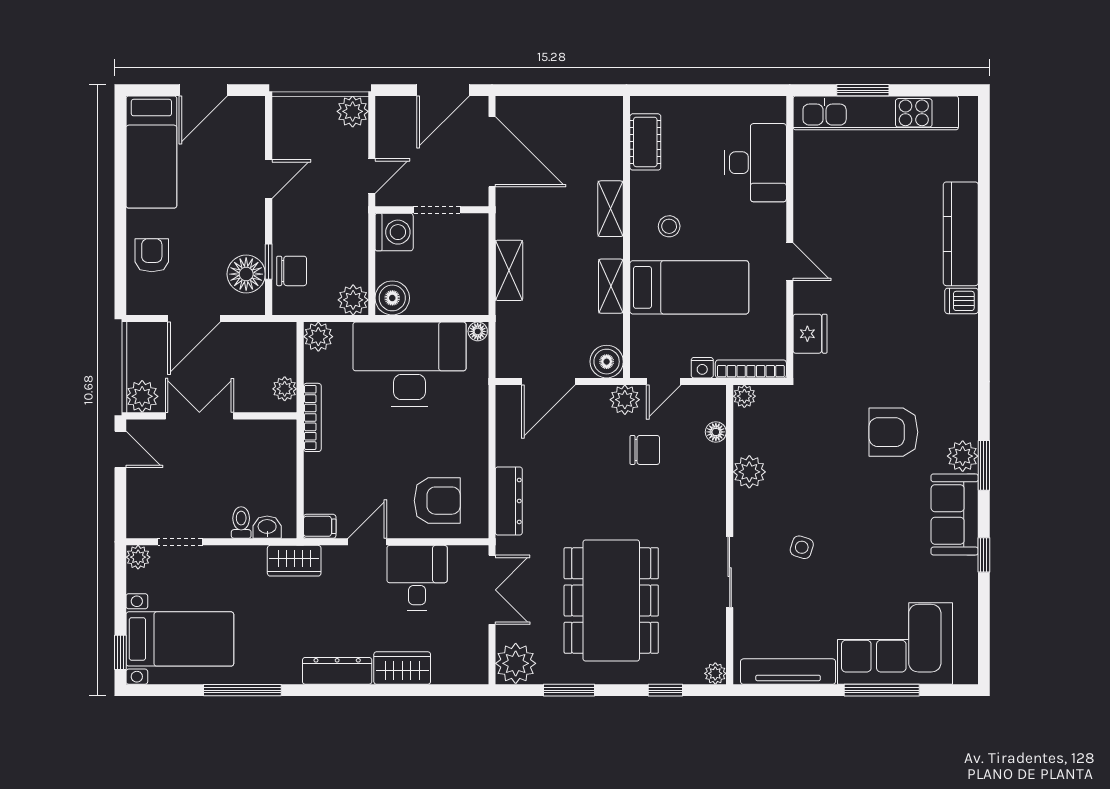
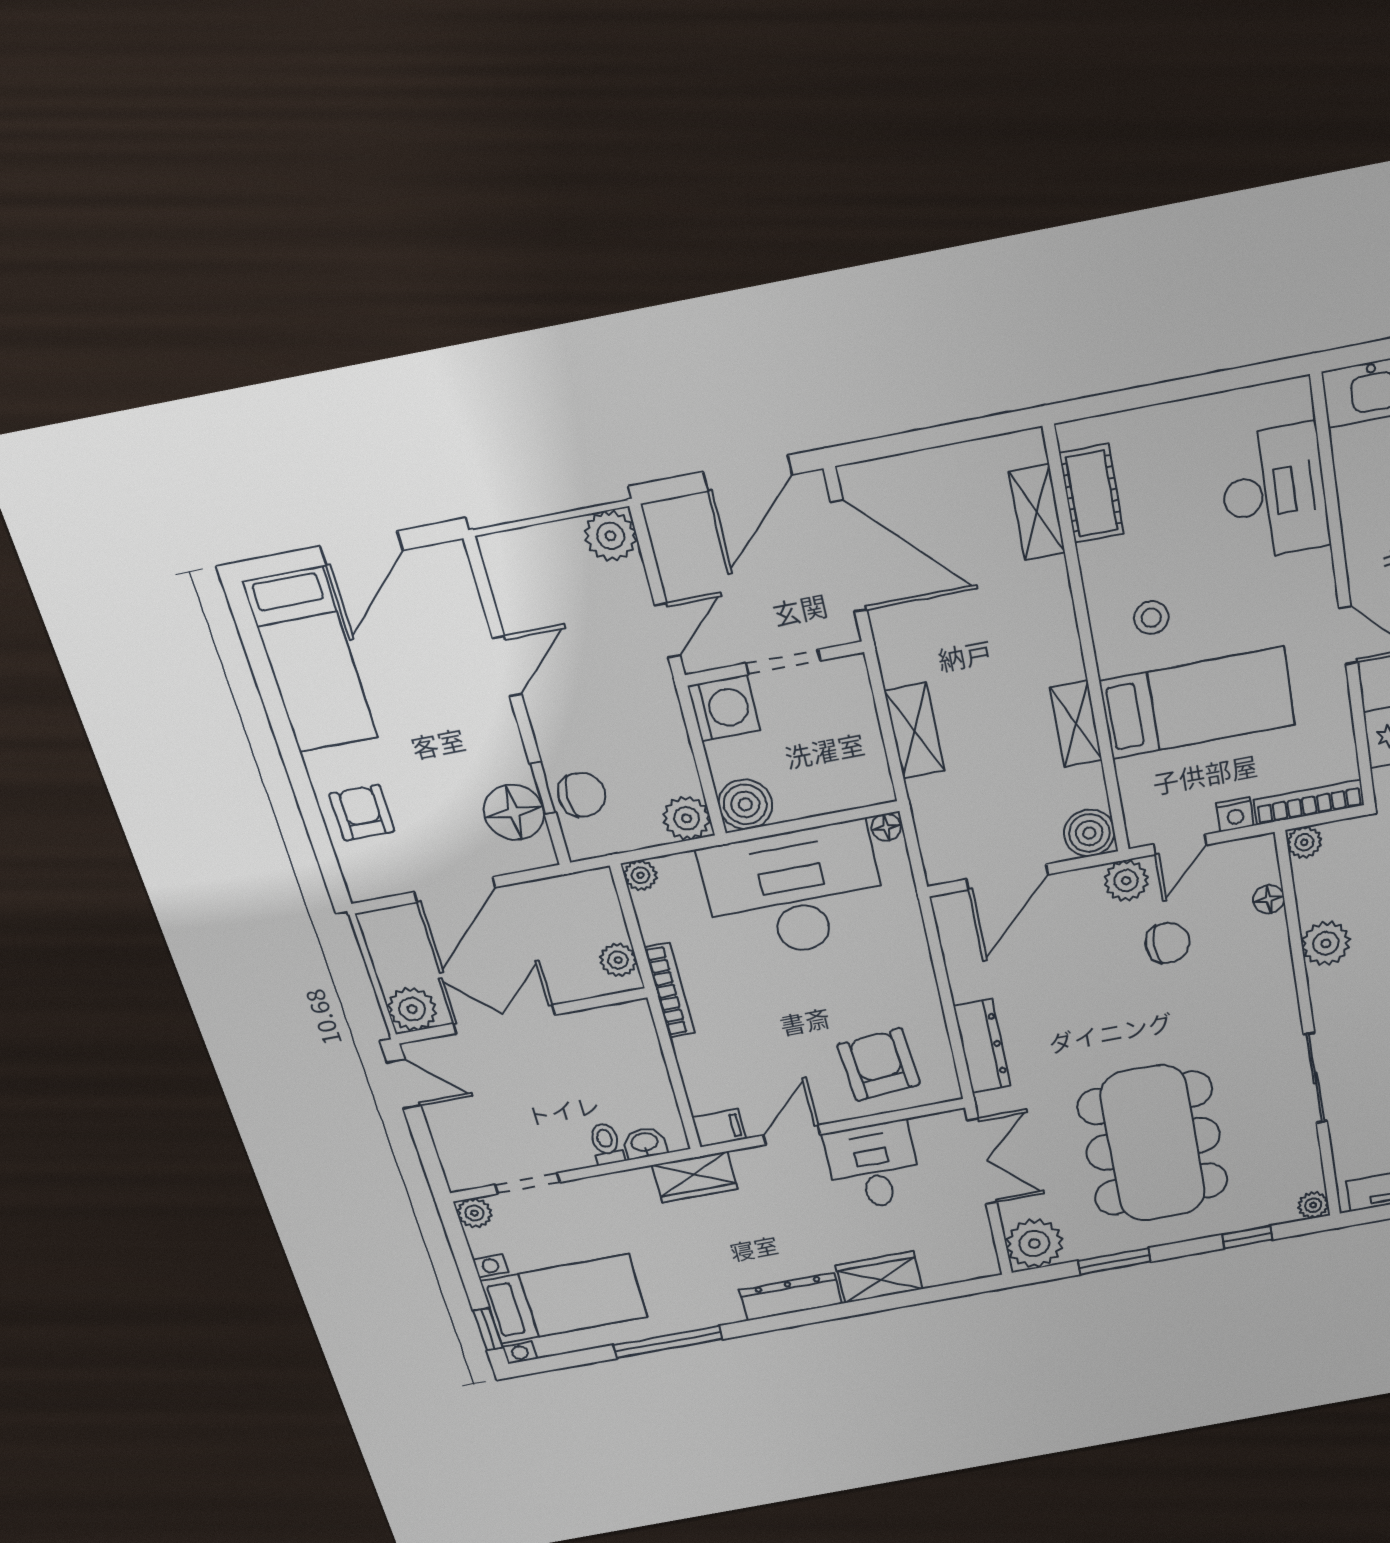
shelving: (611, 209) -> (1037, 512), moved
plant: (318, 337) -> (640, 875), width x0.73, depth x0.73
armchair: (437, 501) -> (879, 1065), turned -95

